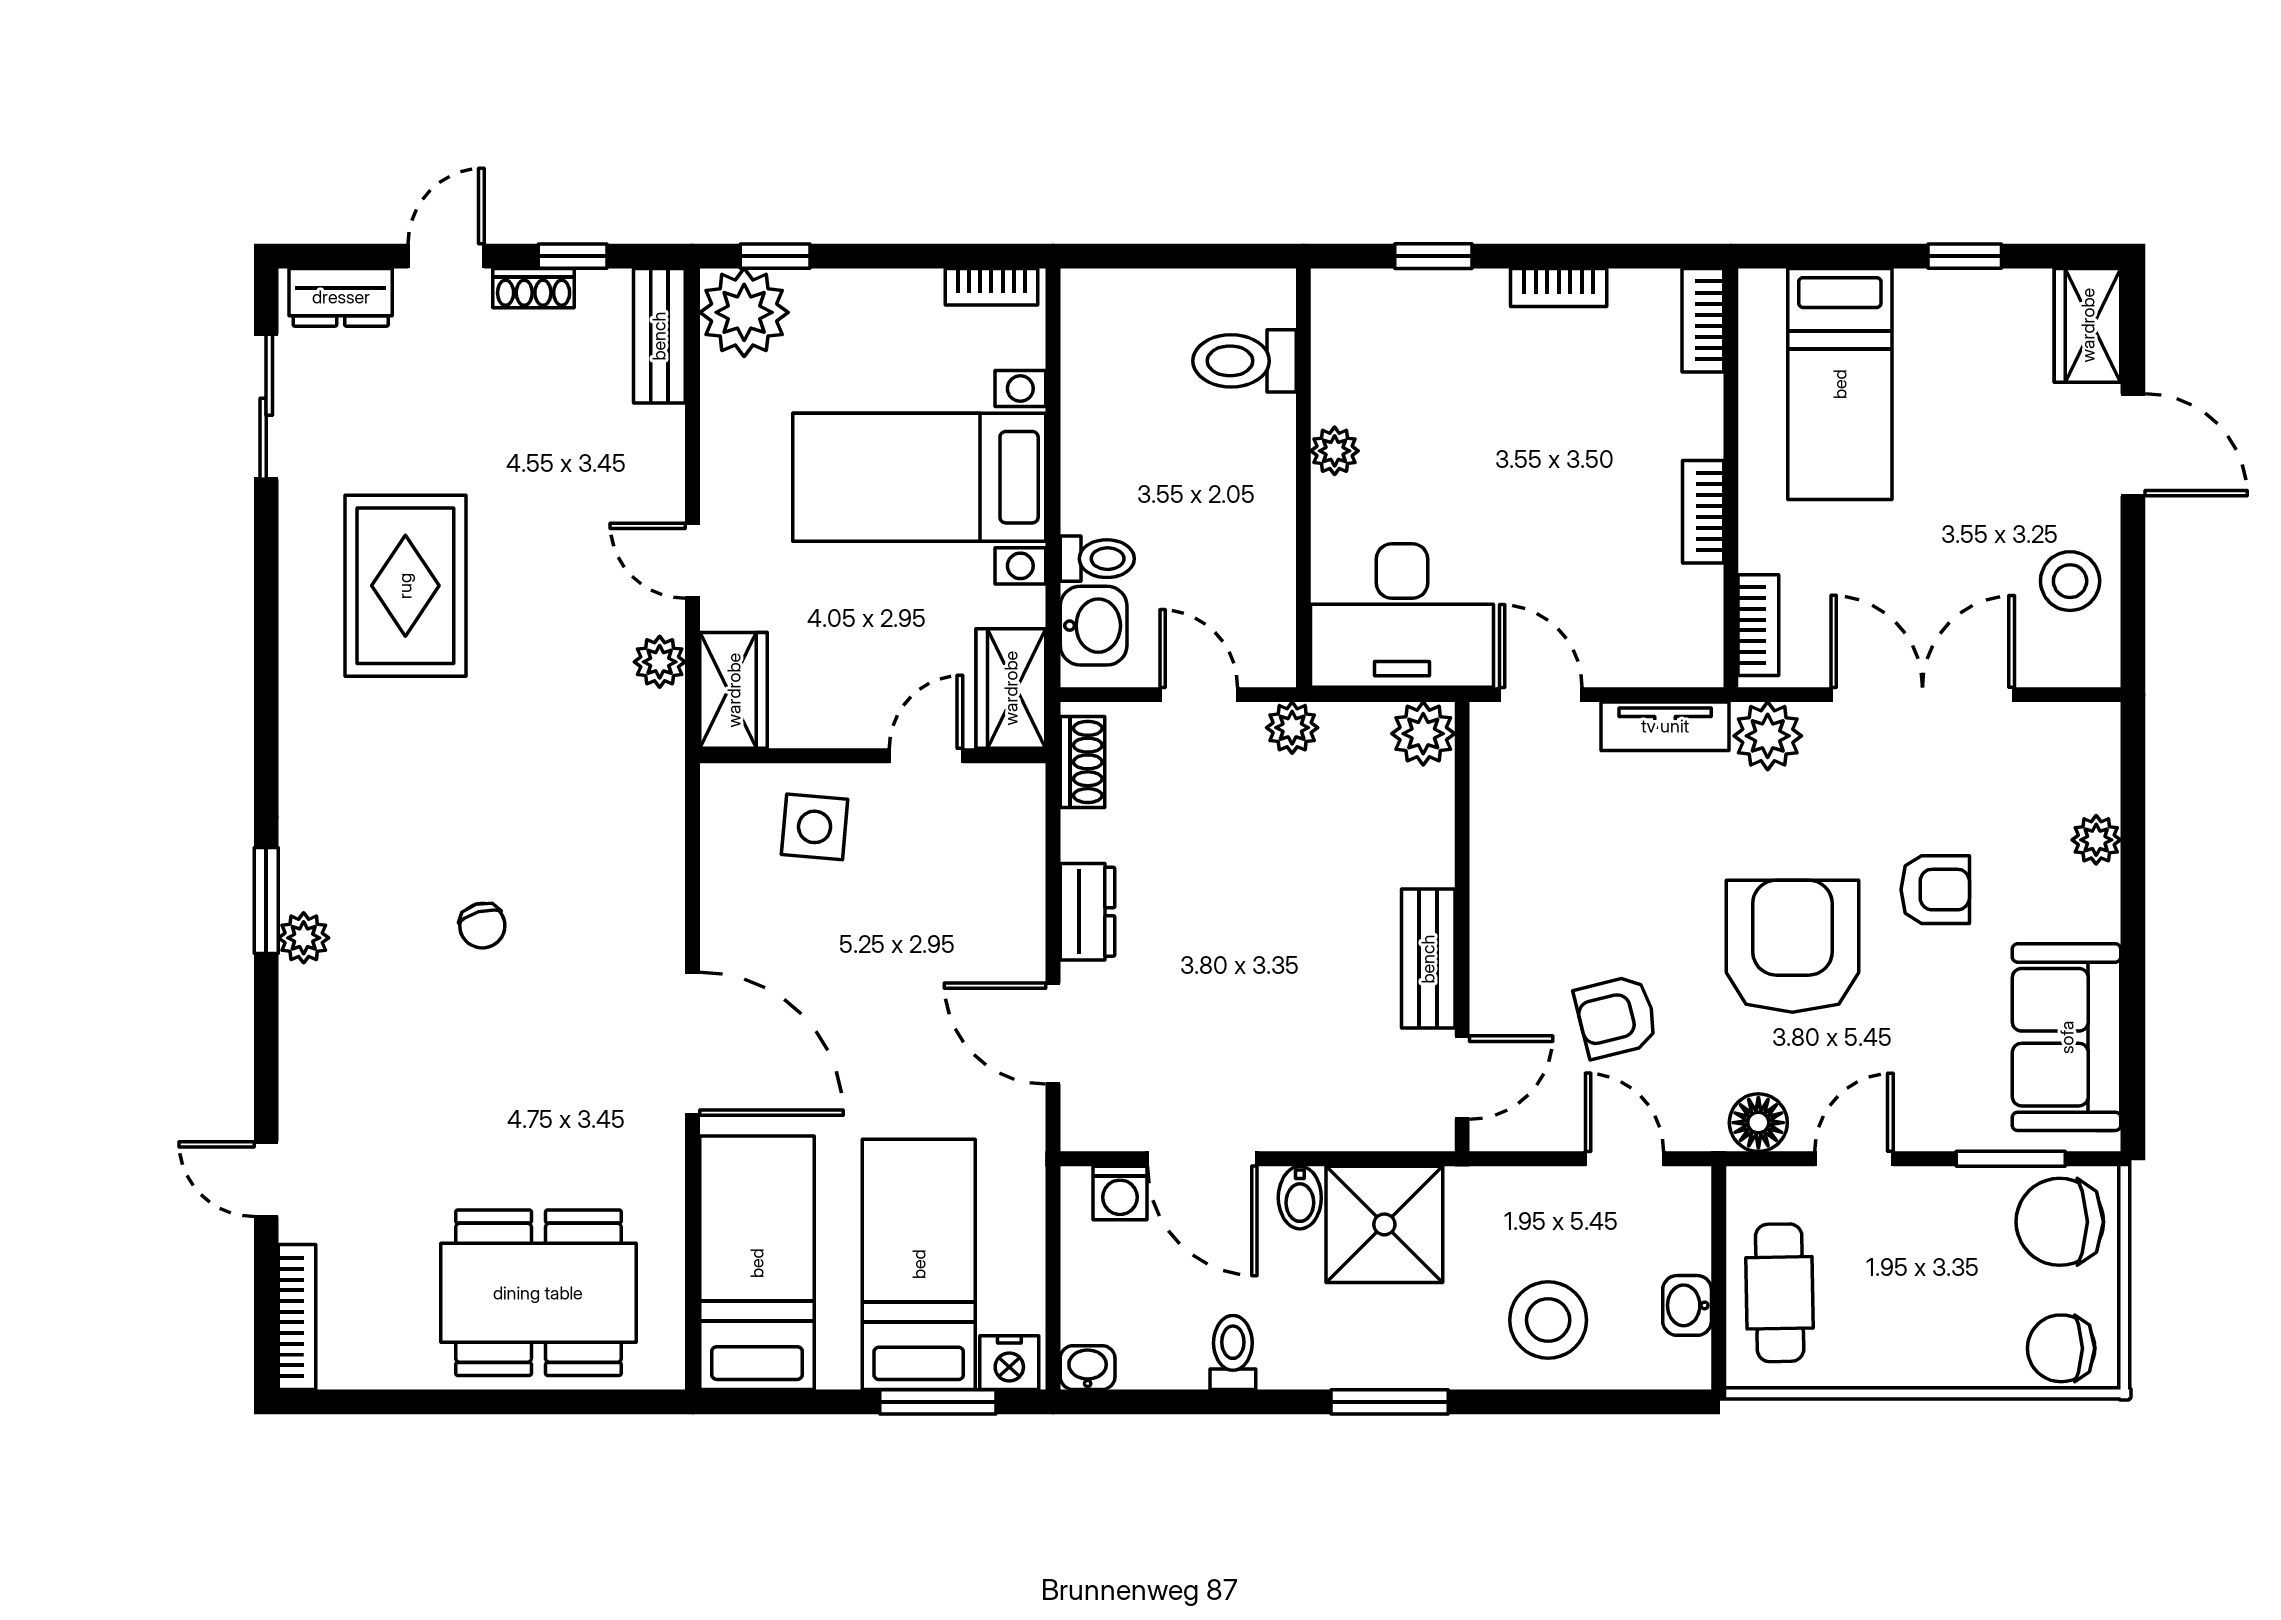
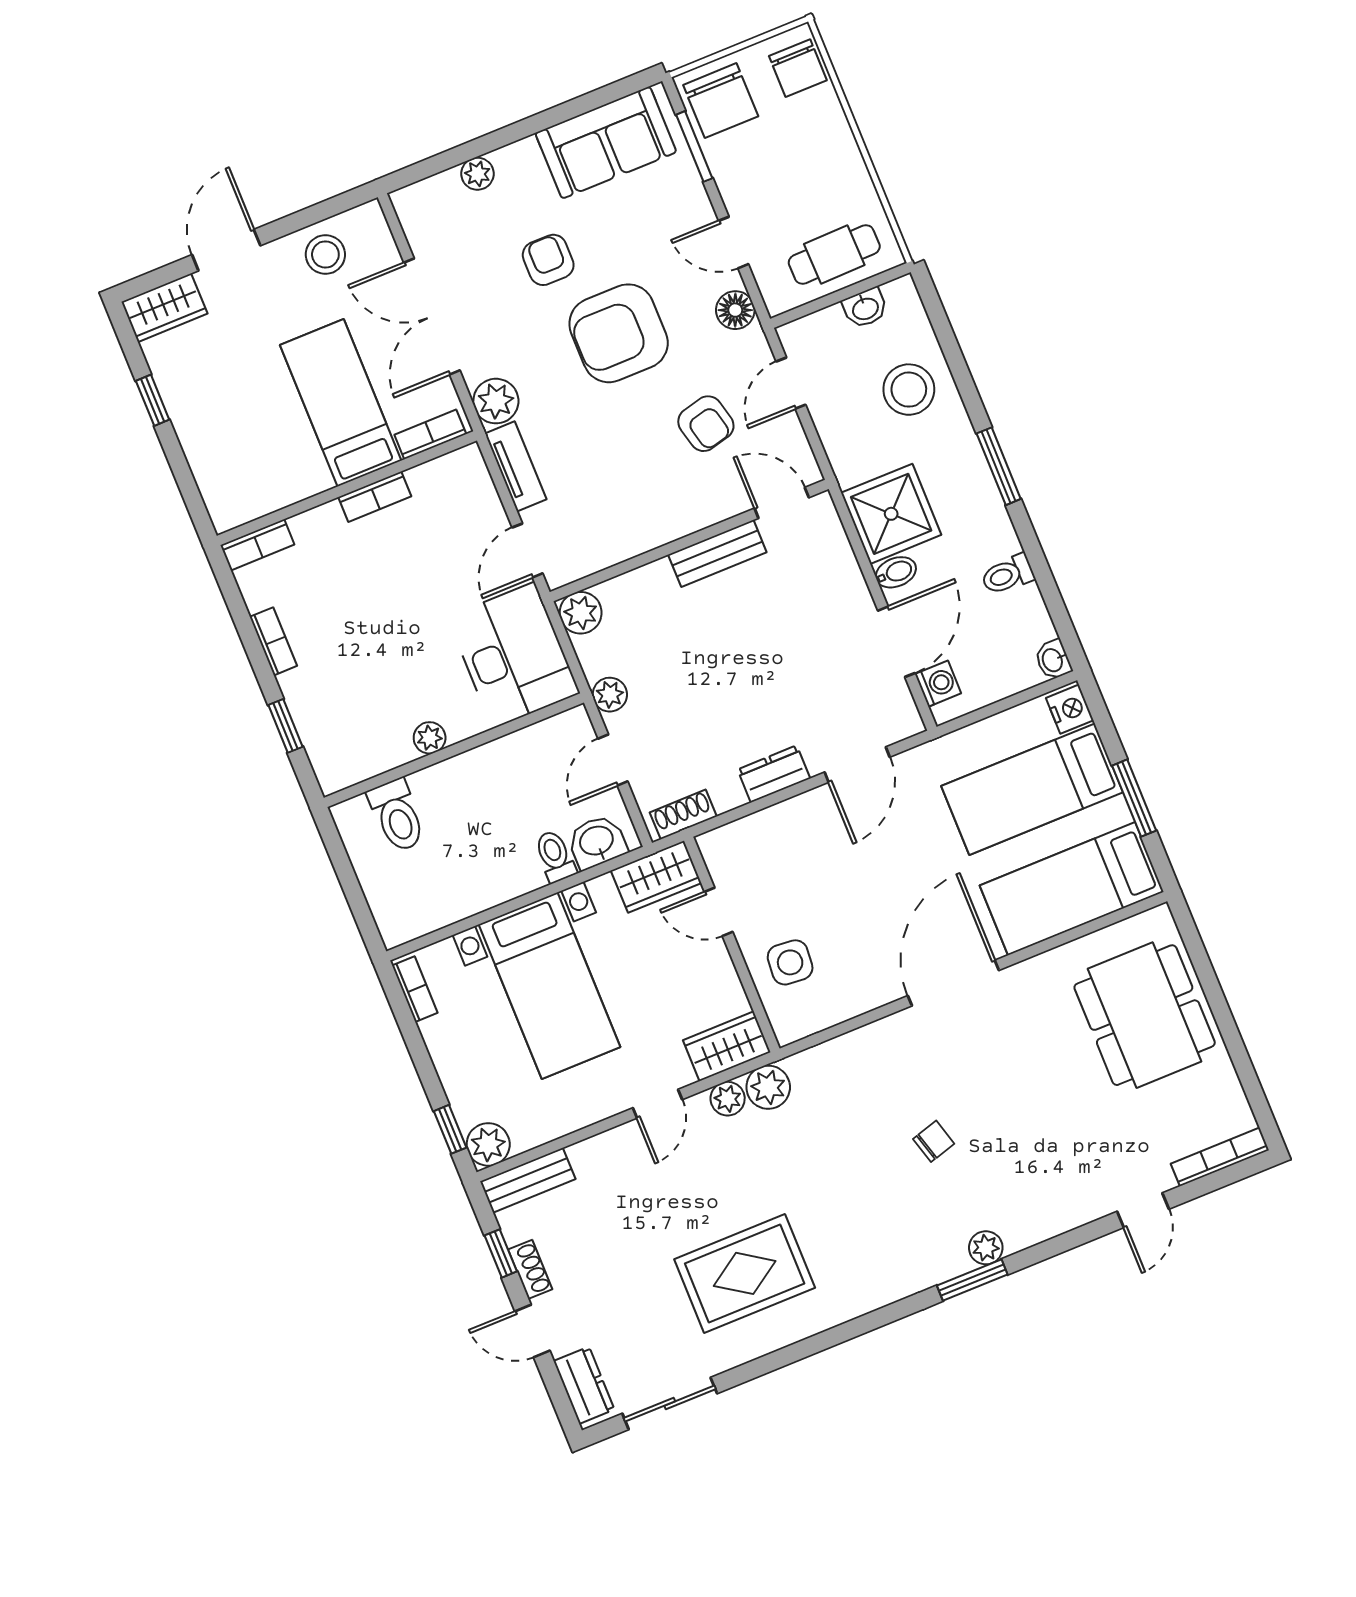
plant: (744, 312) -> (488, 1144), width x0.73, depth x0.73
bed: (1840, 384) -> (341, 403), moved, turned -90
plant: (652, 725) -> (768, 1087), added
window: (938, 1402) -> (1134, 798), moved

